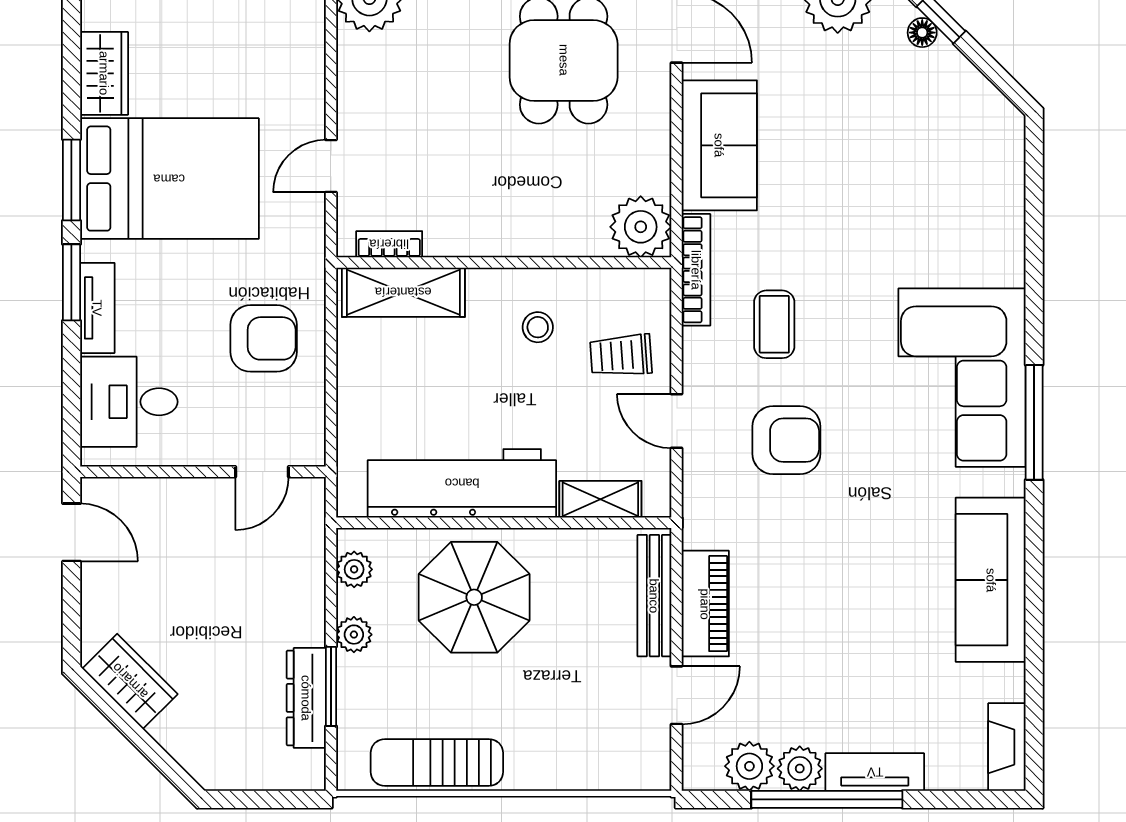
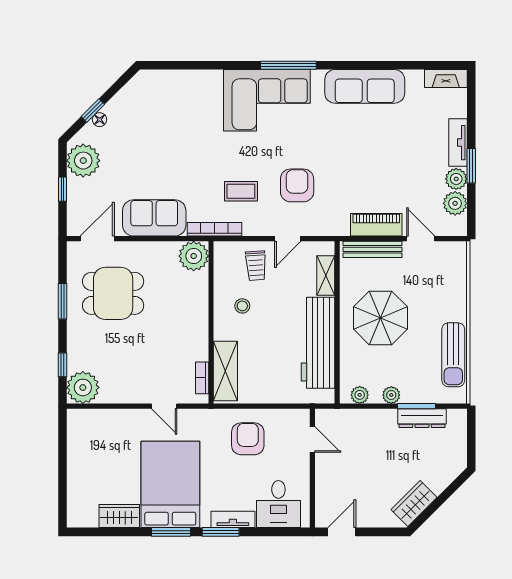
parasol: (474, 597) -> (380, 318), moved
window: (827, 799) -> (471, 166), width x0.47

